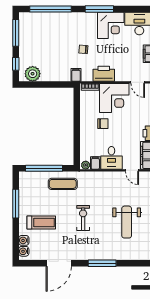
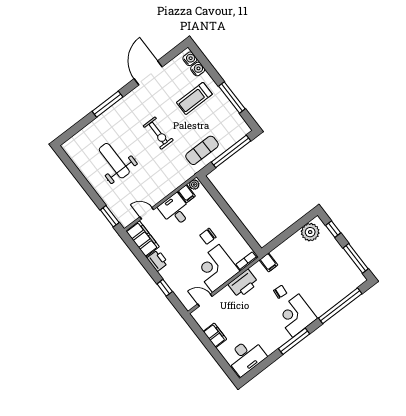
corner desk: (111, 25) -> (296, 316), moved

